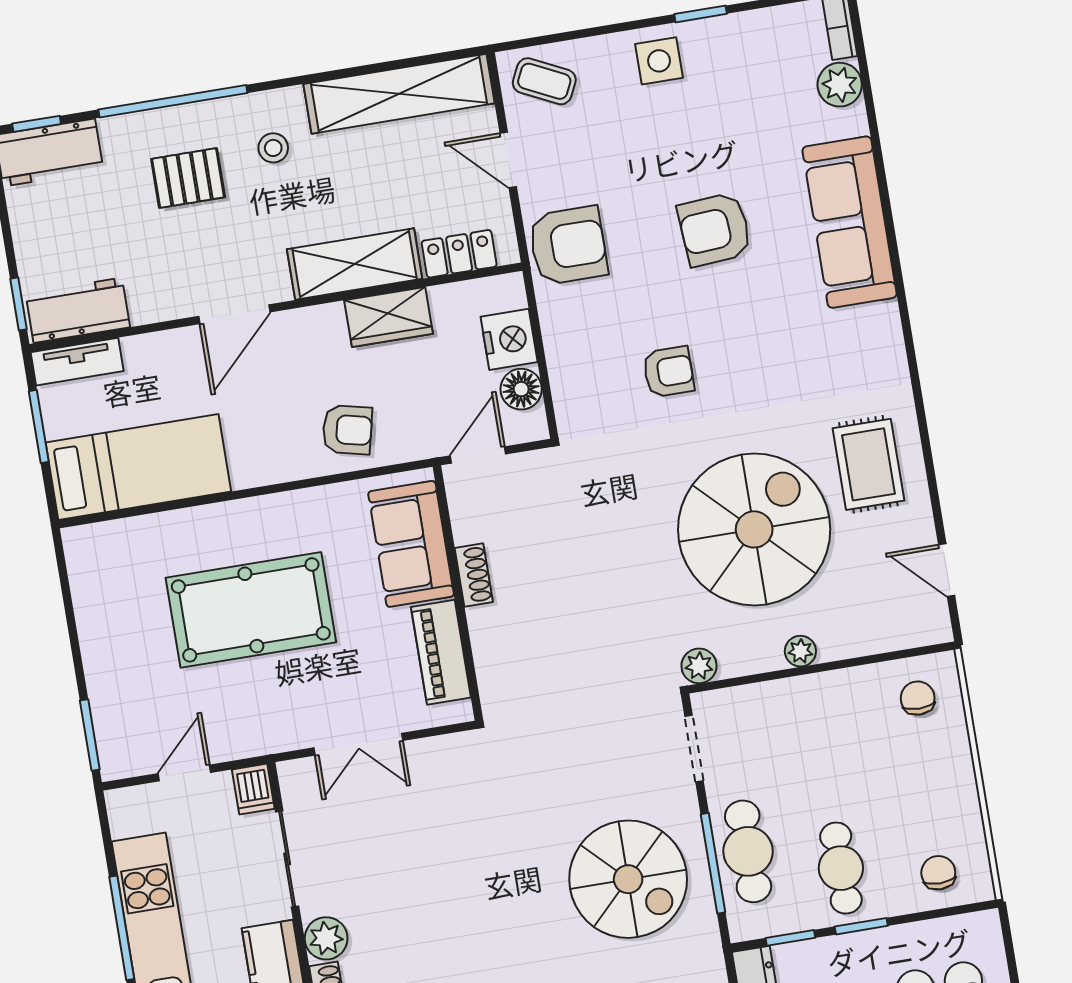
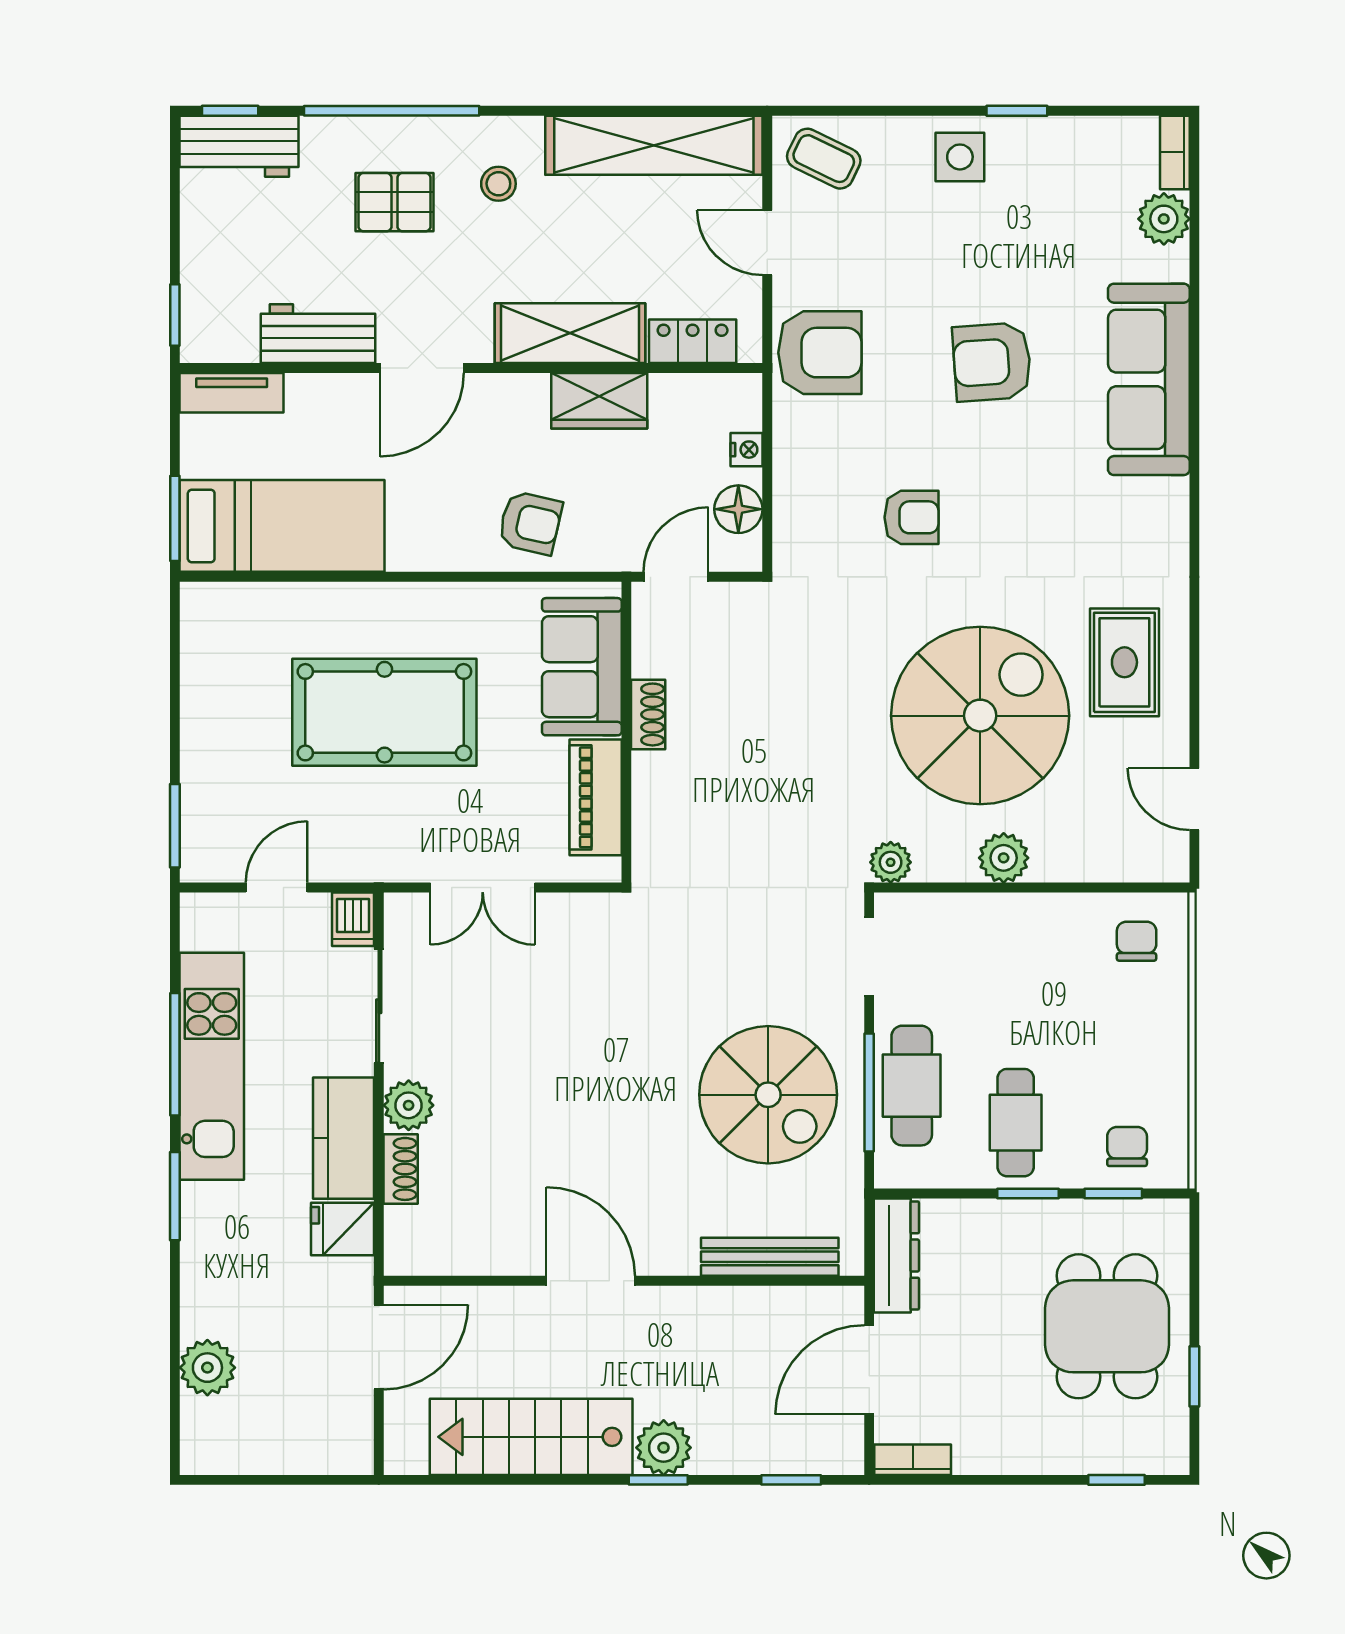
workbench: (78, 310) -> (318, 334), moved
nightstand: (509, 339) -> (746, 450), width x0.53, depth x0.56
window: (39, 427) -> (175, 518), moved
plant: (800, 651) -> (1004, 858), width x1.38, depth x1.38
window: (790, 938) -> (1113, 1193), moved

